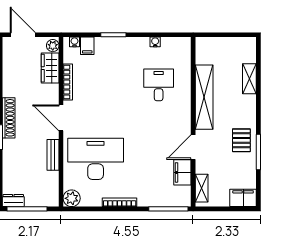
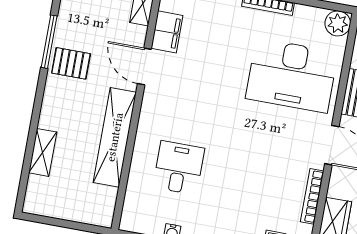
desk: (159, 85) -> (179, 168), turned 180
pallet: (241, 140) -> (71, 63), turned 90
door: (193, 147) -> (144, 66), swing flipped

